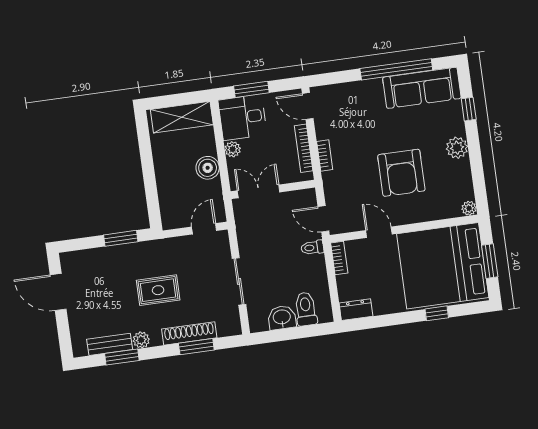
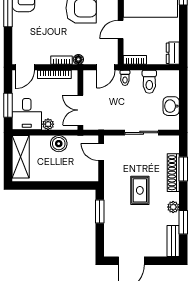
floor lamp: (329, 179) -> (78, 59), added
toilet: (306, 309) -> (149, 82), moved, turned -90
bench: (110, 344) -> (173, 241), moved

